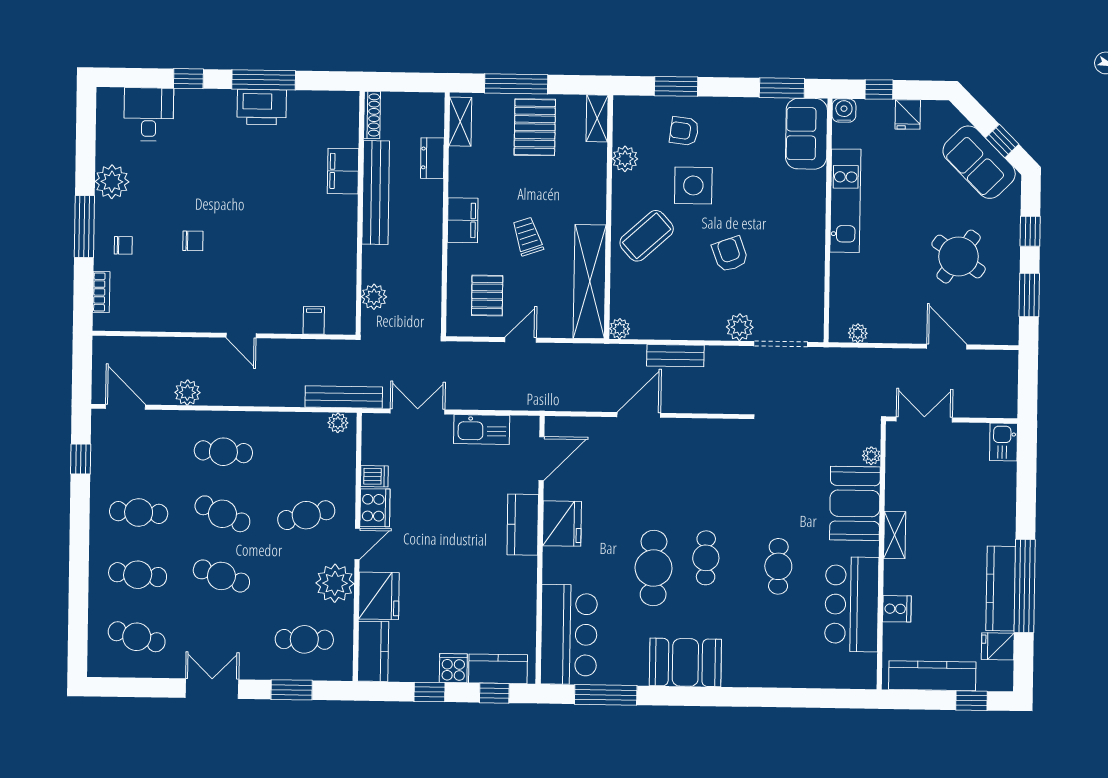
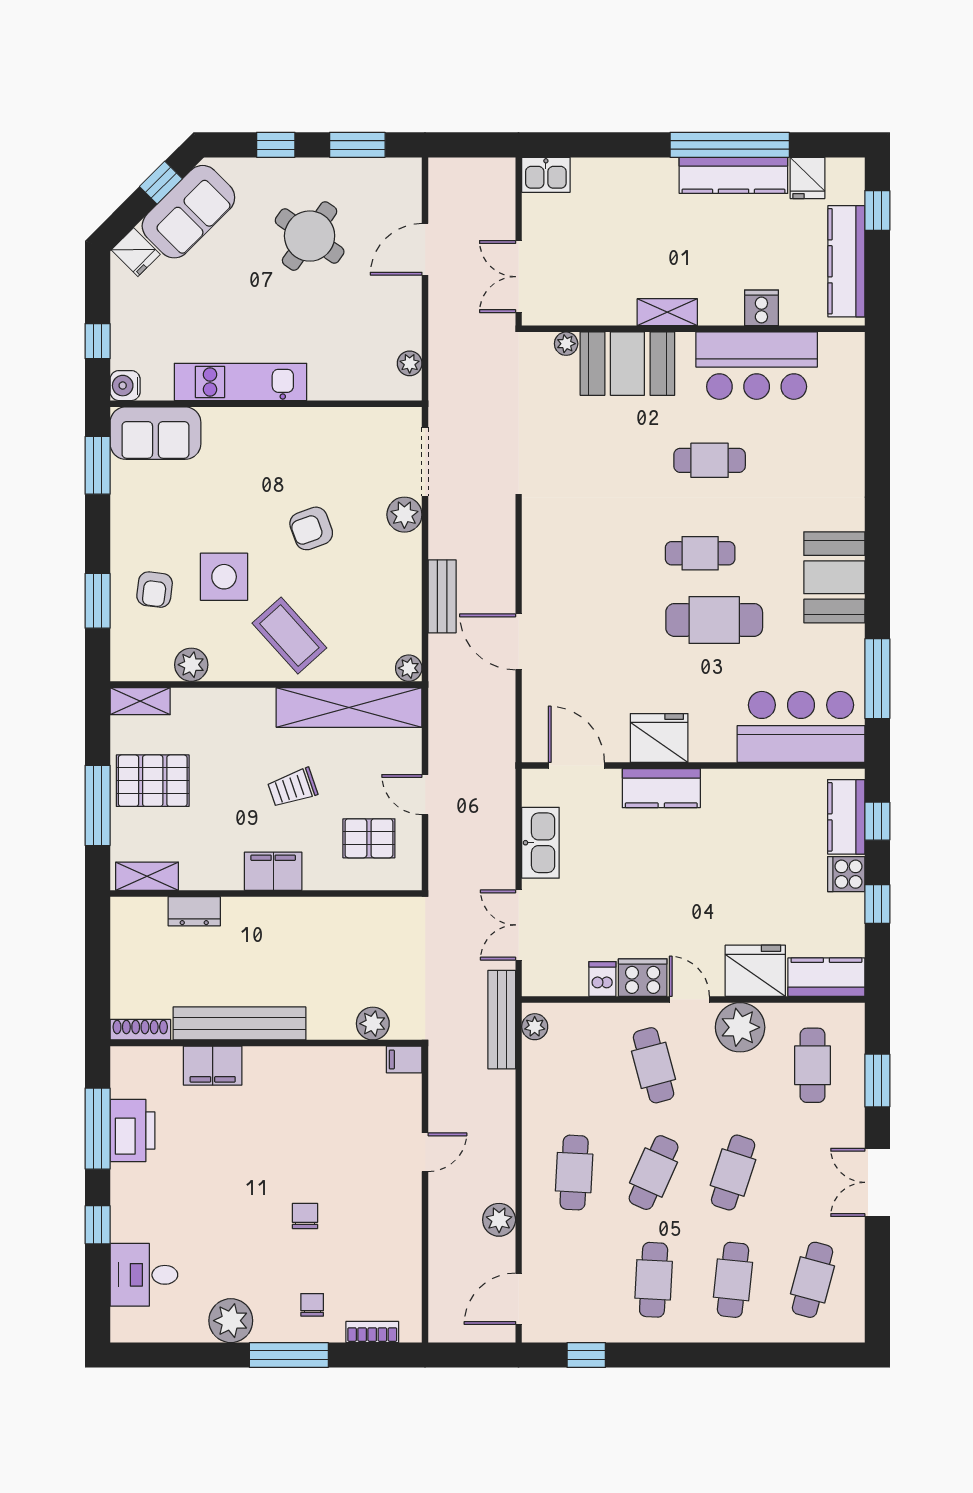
fridge: (908, 114) -> (136, 252), moved, turned 45
shoe rack: (372, 115) -> (140, 1030), moved
filing cabinet: (343, 171) -> (213, 1066), moved
bench: (376, 193) -> (239, 1023), moved
wall: (360, 213) -> (266, 1043), moved
plant: (374, 297) -> (373, 1024), moved

